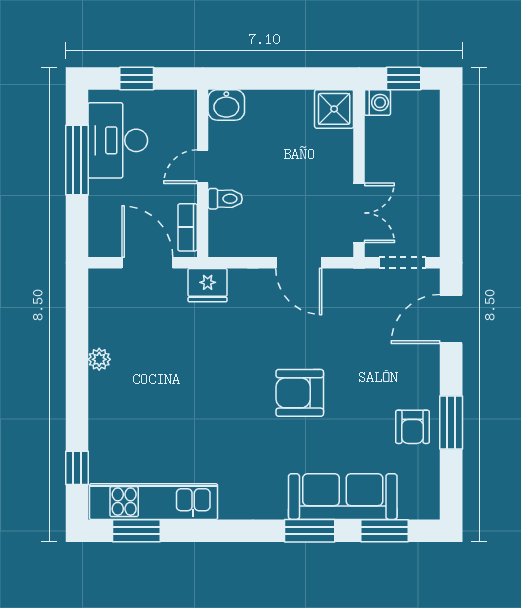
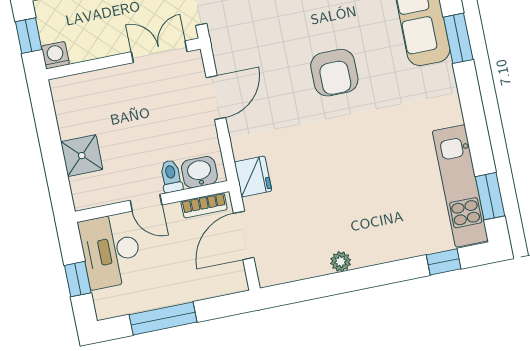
washbasin: (226, 105) -> (199, 172), moved, turned -90
shower: (334, 109) -> (82, 156), moved
desk: (118, 140) -> (111, 251), moved, turned 90

